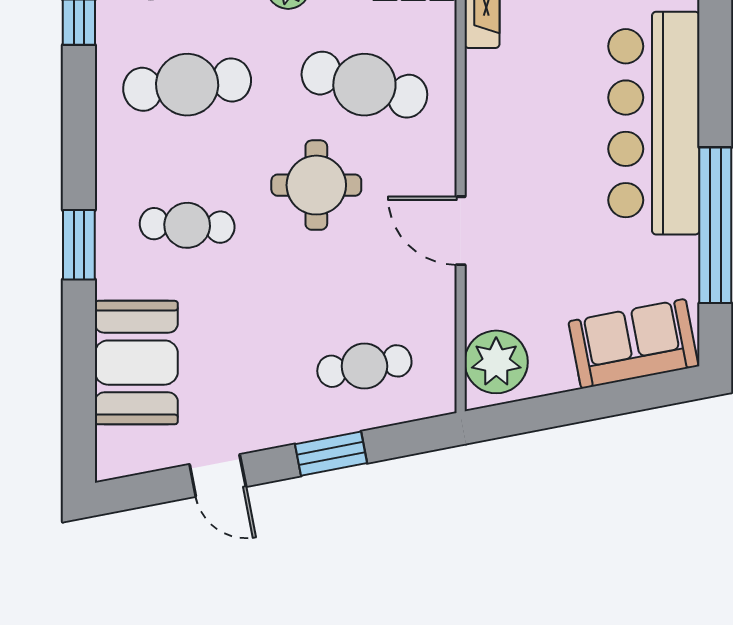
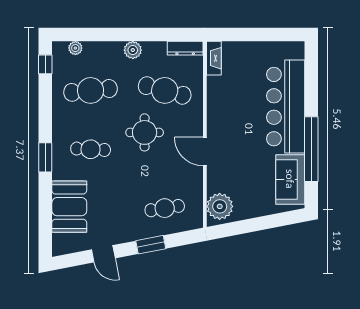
sofa: (633, 344) -> (290, 179), moved, turned -79

